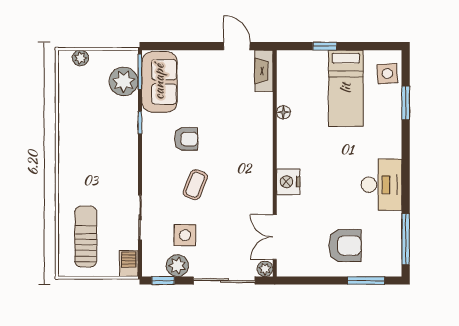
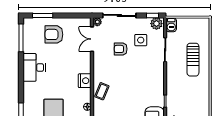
armchair: (186, 139) -> (121, 49), moved
nightstand: (288, 182) -> (85, 81), moved
coffee table: (195, 185) -> (102, 91), moved
sun lounger: (86, 237) -> (193, 60), moved
double door: (275, 237) -> (92, 39), swing flipped
plant: (177, 266) -> (156, 24), moved

